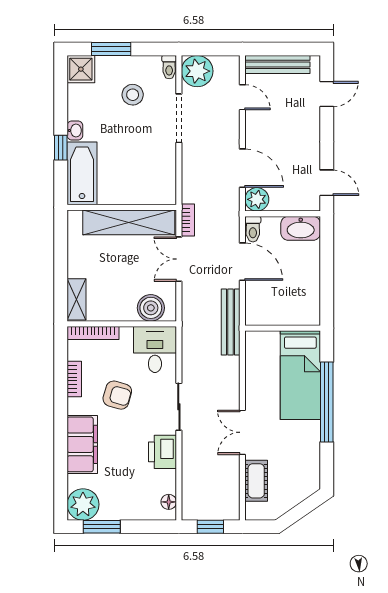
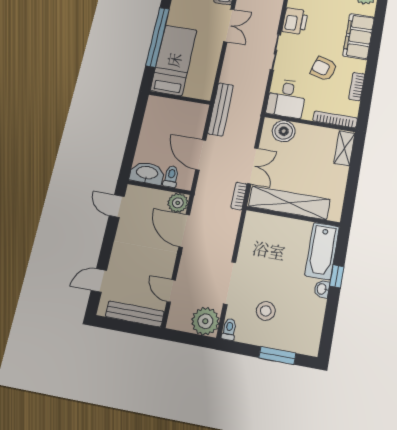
shower: (81, 69) -> (307, 342), removed
toilet: (253, 229) -> (171, 177), moved

